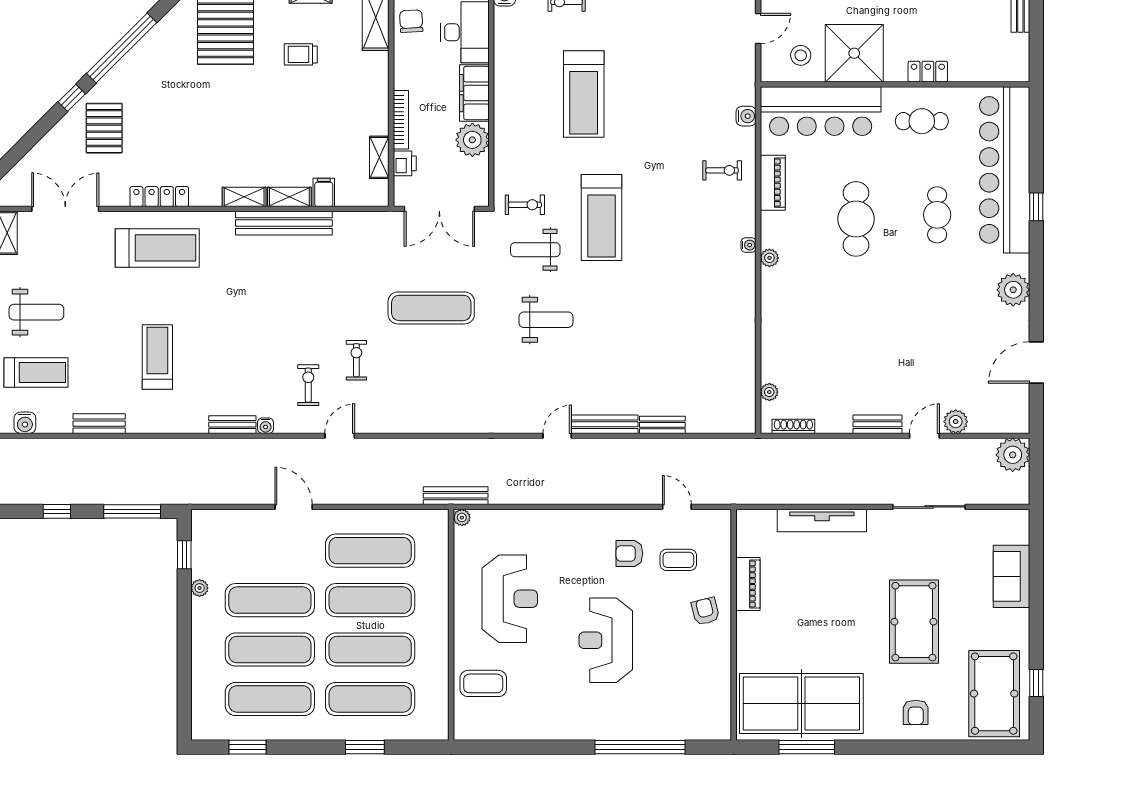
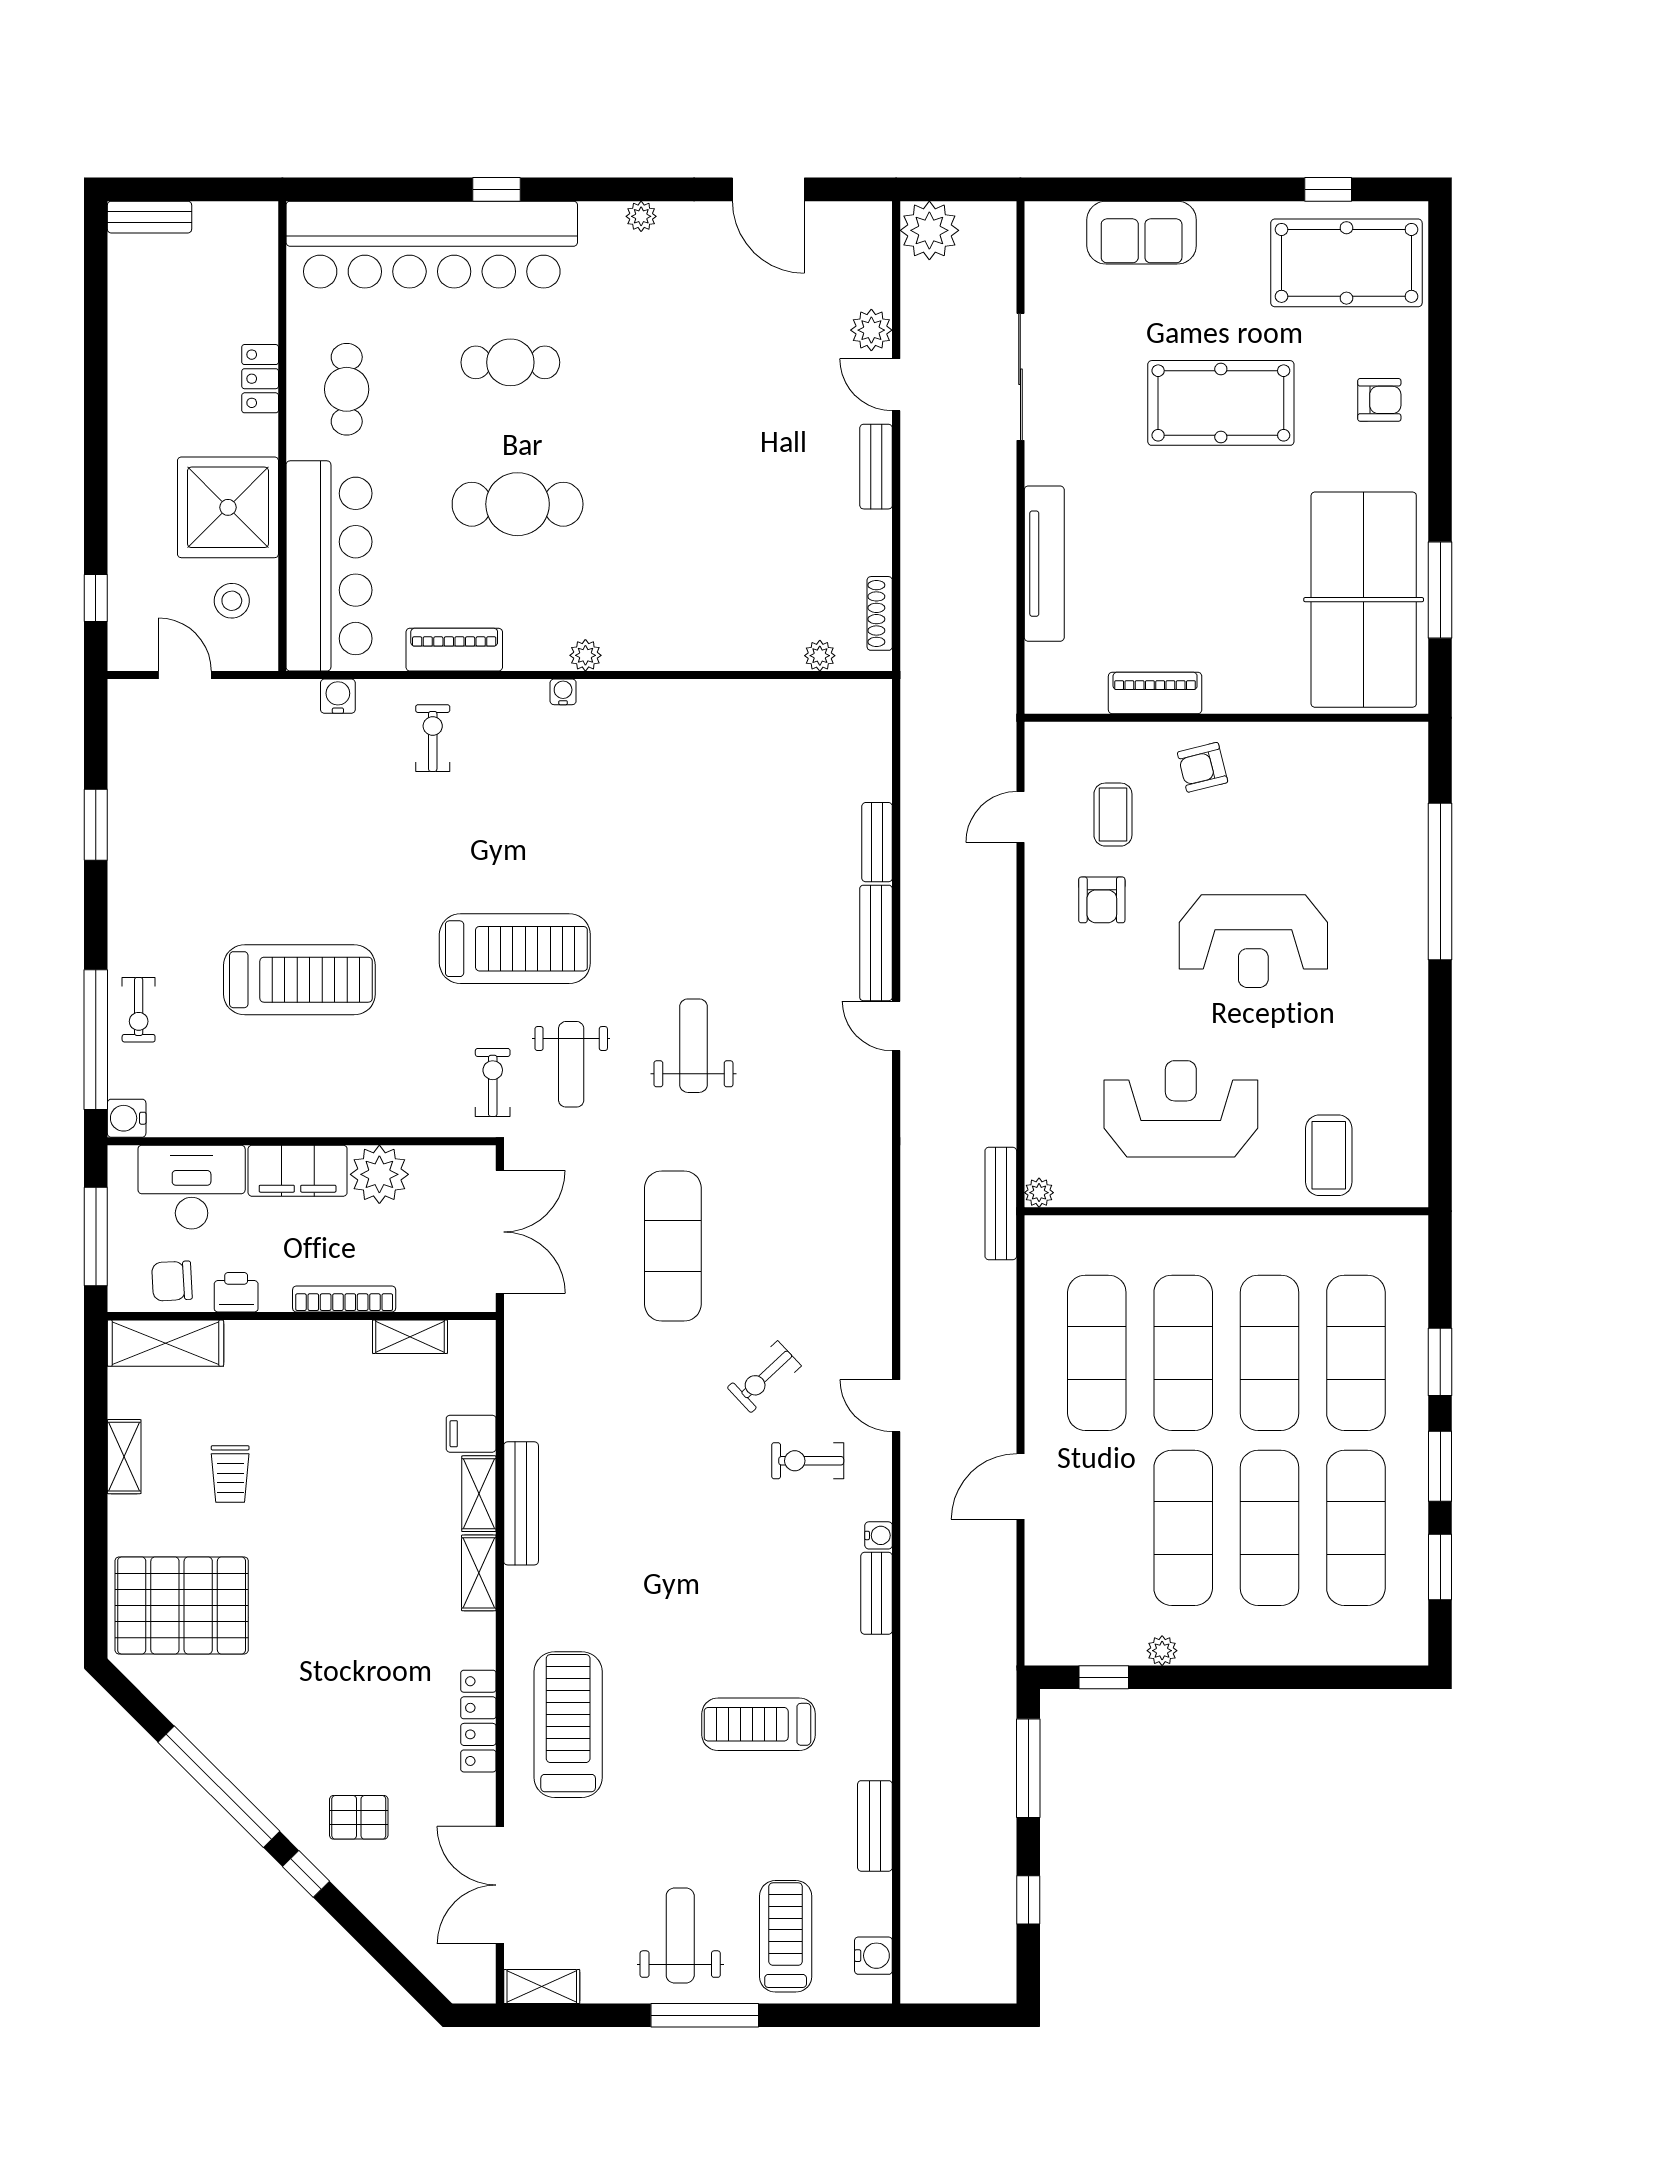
pallet: (104, 128) -> (359, 1817), width x0.67, depth x0.71
printer: (405, 163) -> (236, 1292), moved
bench: (284, 223) -> (521, 1503), width x0.73, depth x0.82
plant: (1013, 290) -> (641, 216), width x0.53, depth x0.53
exercise bike: (356, 360) -> (764, 1377), turned -43
window: (305, 747) -> (1440, 1466), added

